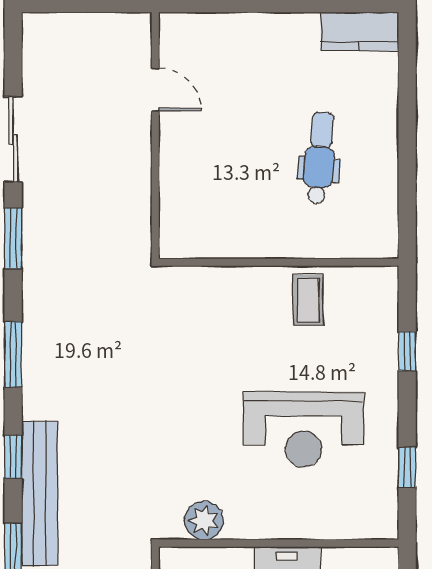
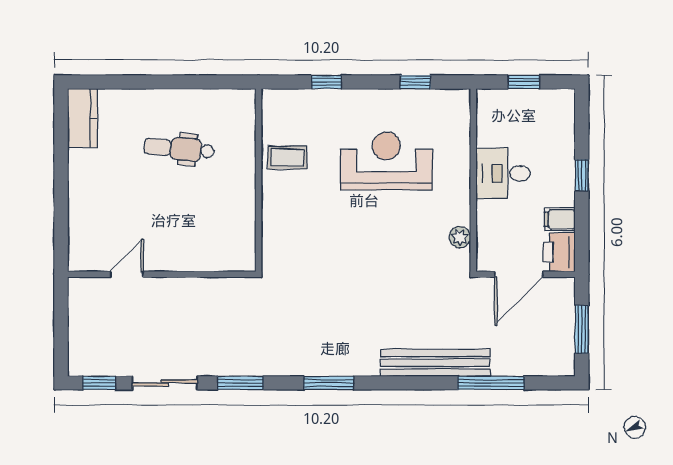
reception desk: (304, 429) -> (386, 161), turned -90
window: (13, 457) -> (99, 383), moved
plant: (204, 520) -> (460, 237), width x0.73, depth x0.73

